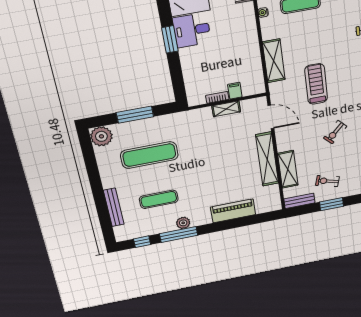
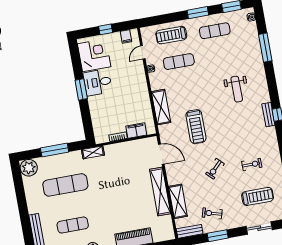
treadmill: (316, 84) -> (196, 127), turned 180
filing cabinet: (235, 91) -> (136, 130), width x2.00
shelving: (226, 109) -> (93, 152), moved

